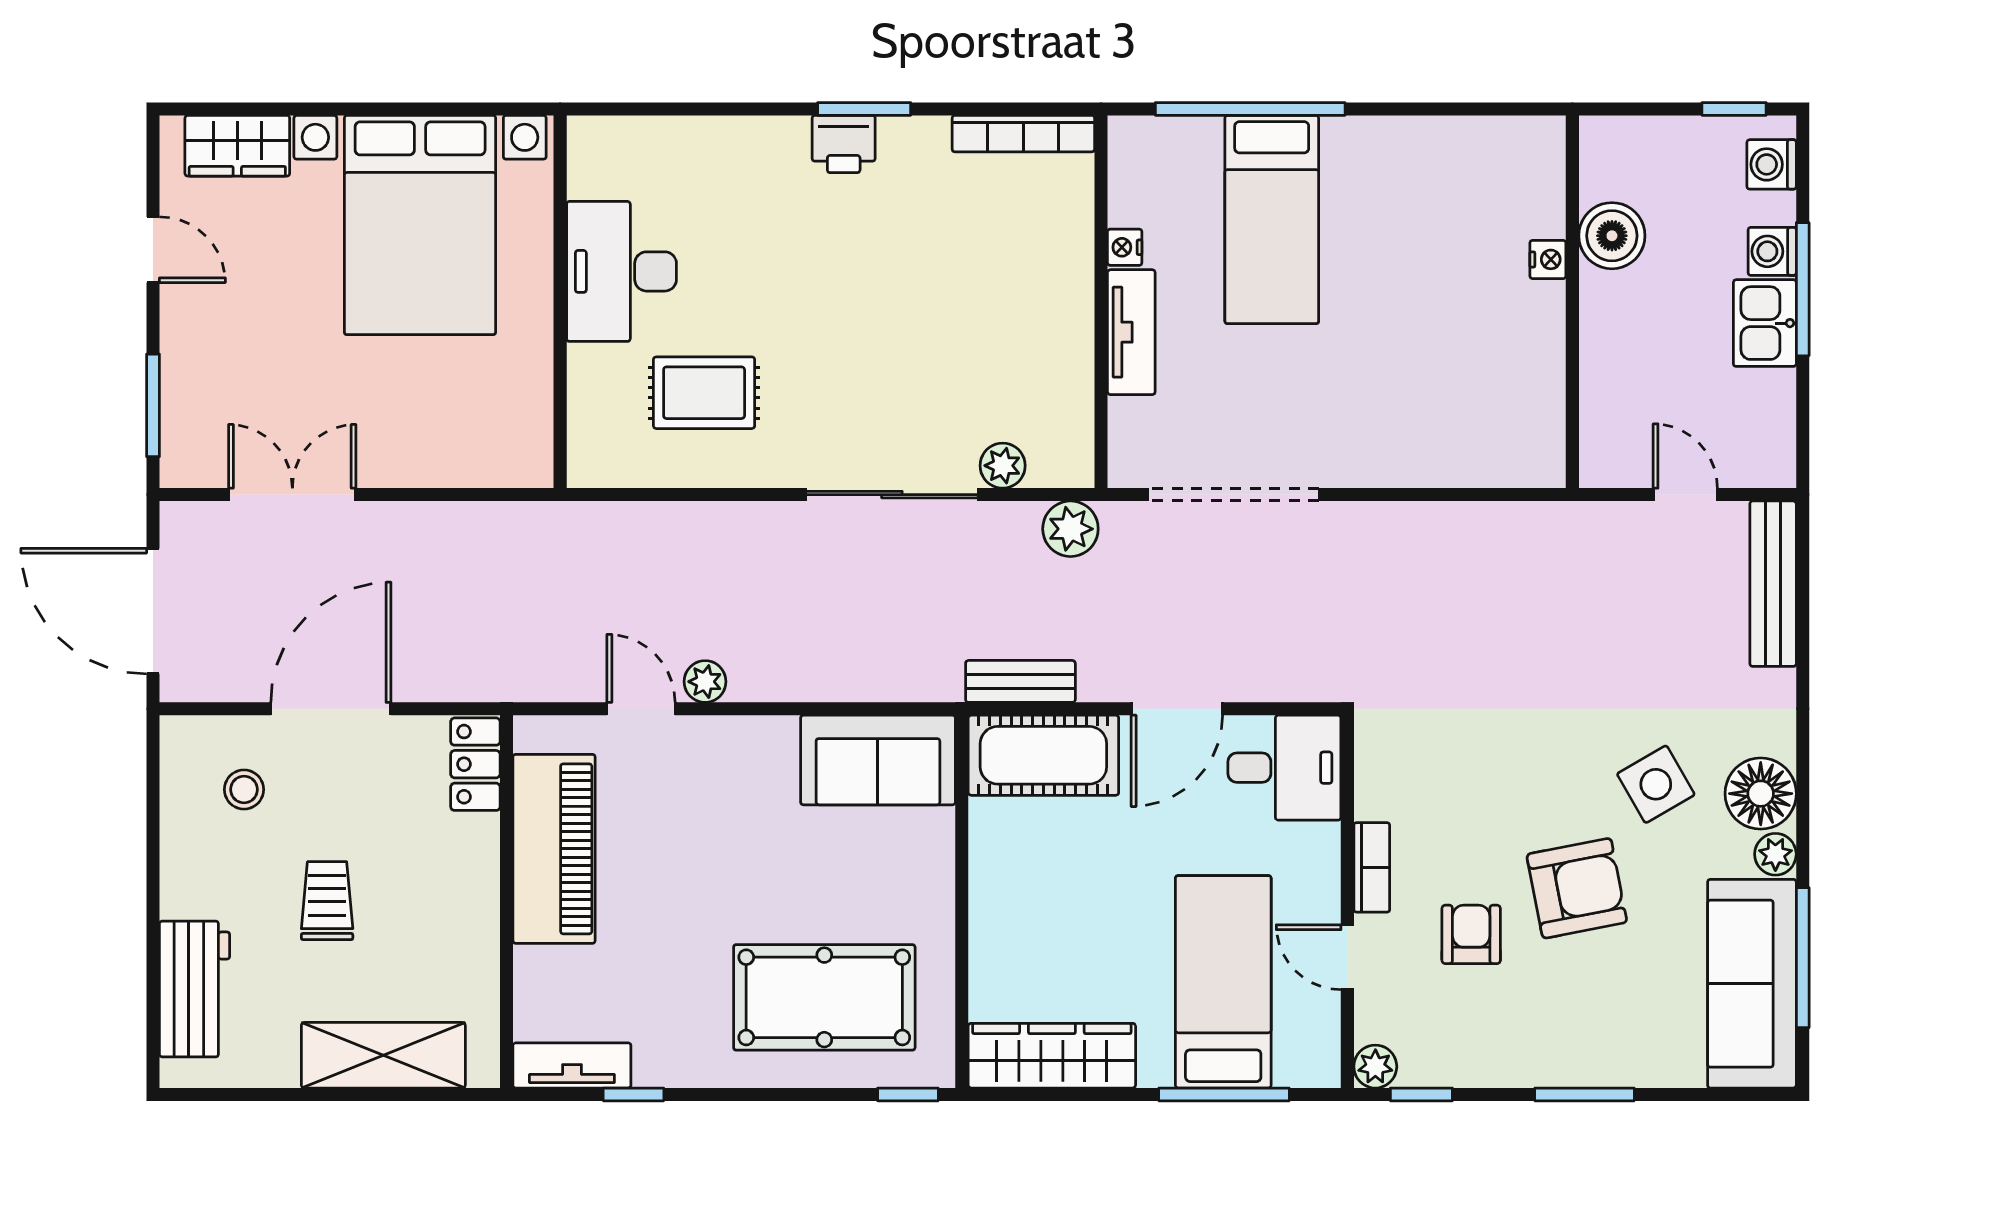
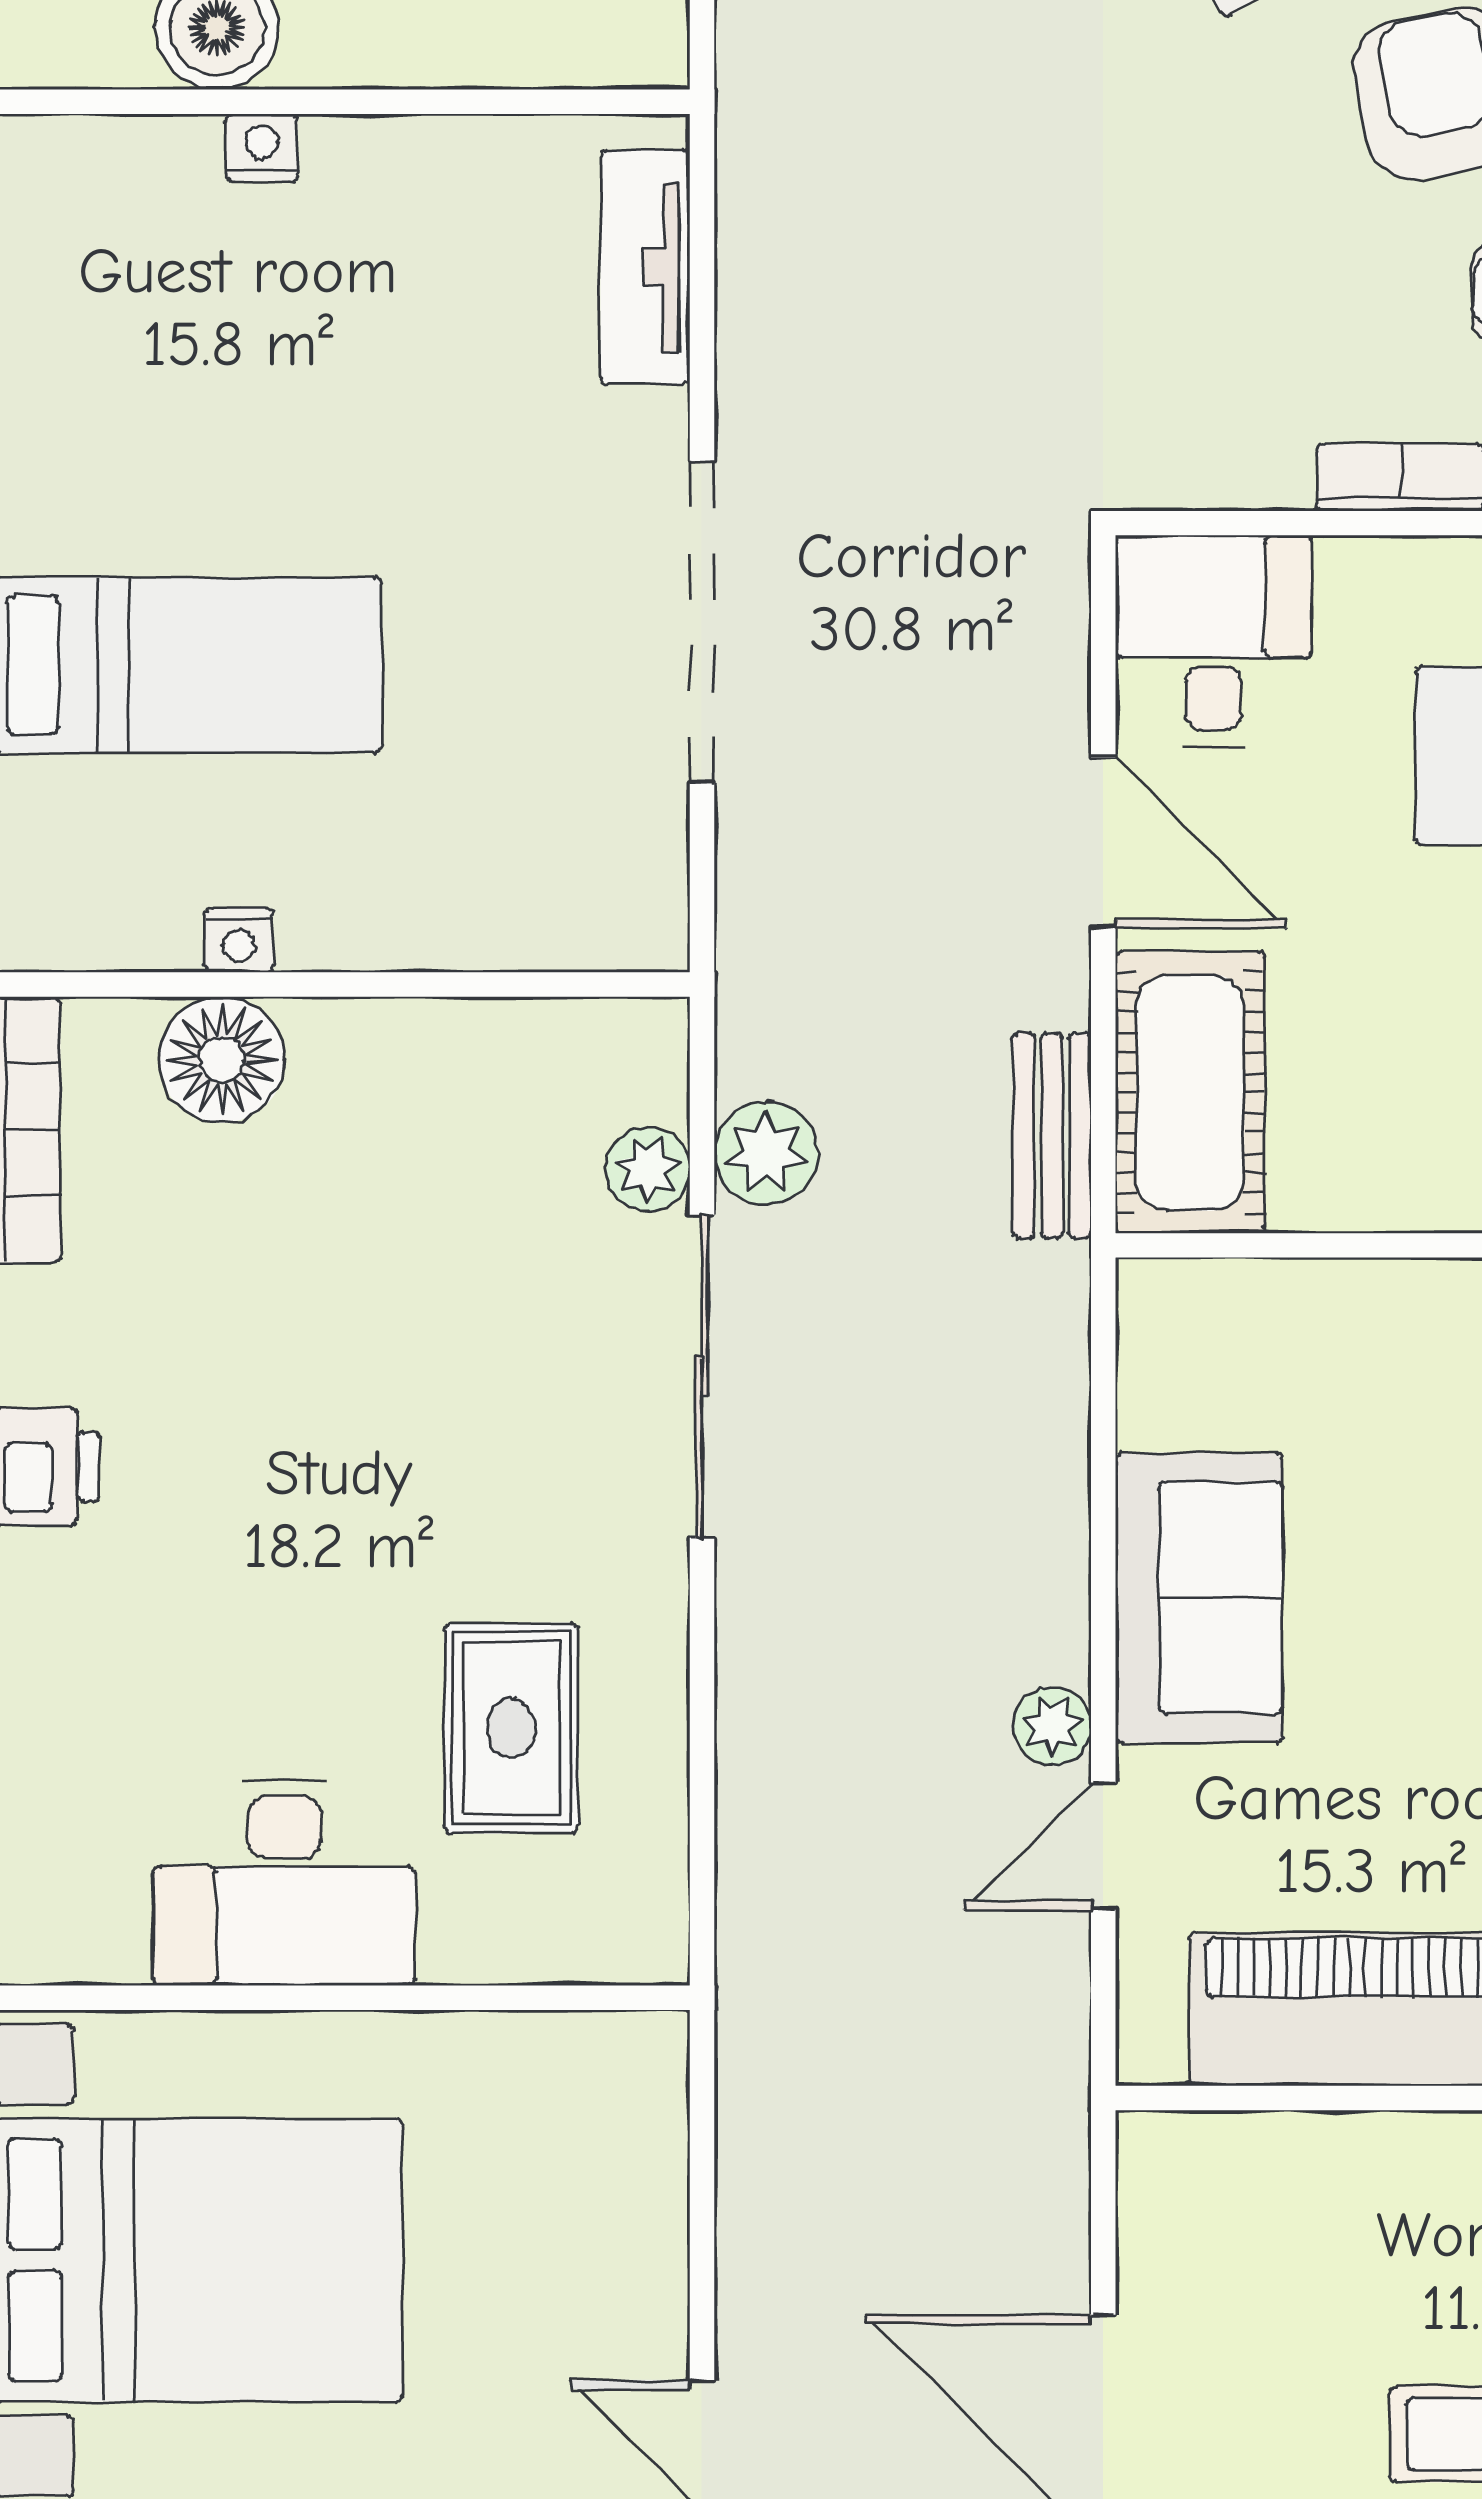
floor lamp: (1061, 238) -> (222, 1060), added
tv unit: (1131, 332) -> (645, 267), moved, turned -90
doorway: (1233, 495) -> (702, 622), moved
plant: (1070, 529) -> (766, 1153), moved
sofa: (878, 760) -> (1199, 1598), moved
locker: (475, 764) -> (1207, 2156), removed

